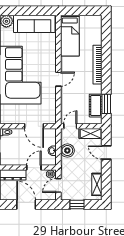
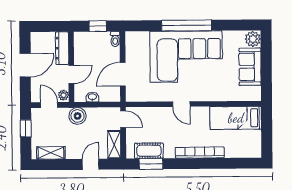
sofa: (34, 24) -> (250, 67), width x0.73
boiler: (67, 151) -> (78, 116), moved
door: (34, 168) -> (71, 74), hinge flipped

